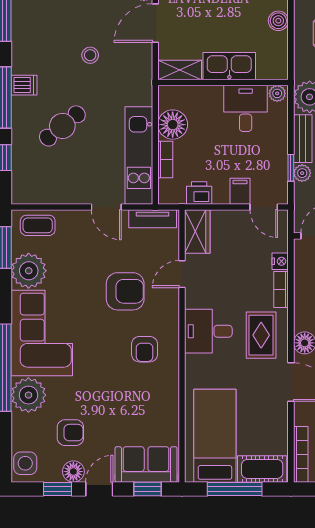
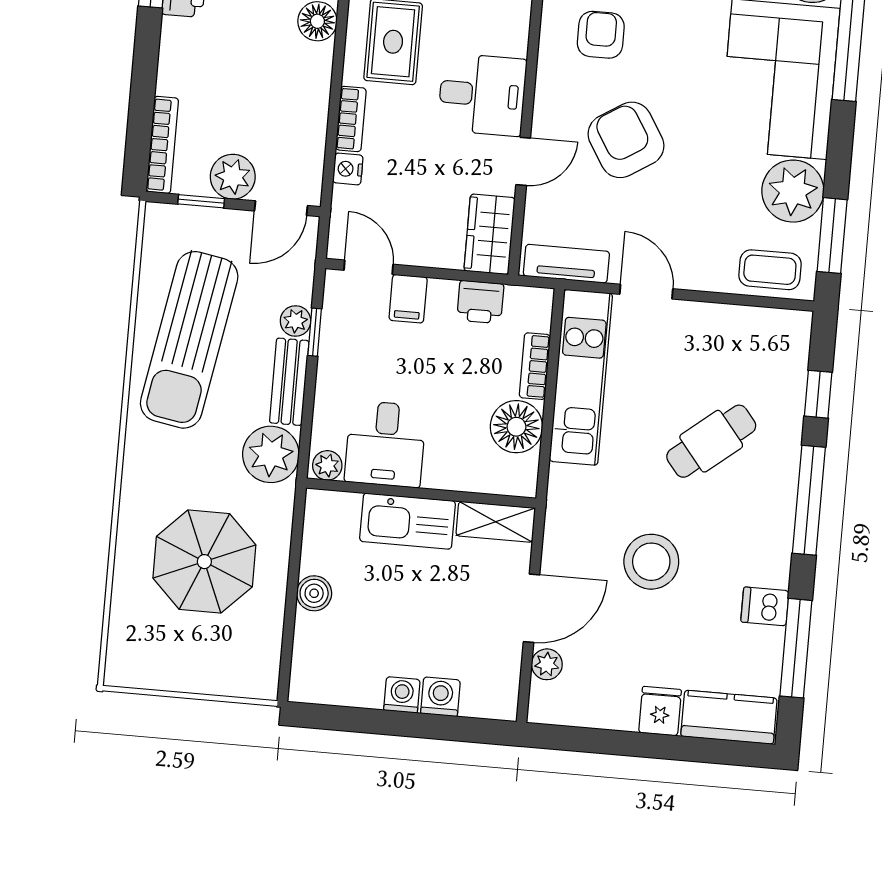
stool: (90, 55) -> (651, 562), width x1.89, depth x1.89
dishwasher: (24, 85) -> (765, 606), moved
armchair: (125, 291) -> (626, 140), turned 58
desk: (208, 331) -> (482, 95), moved

